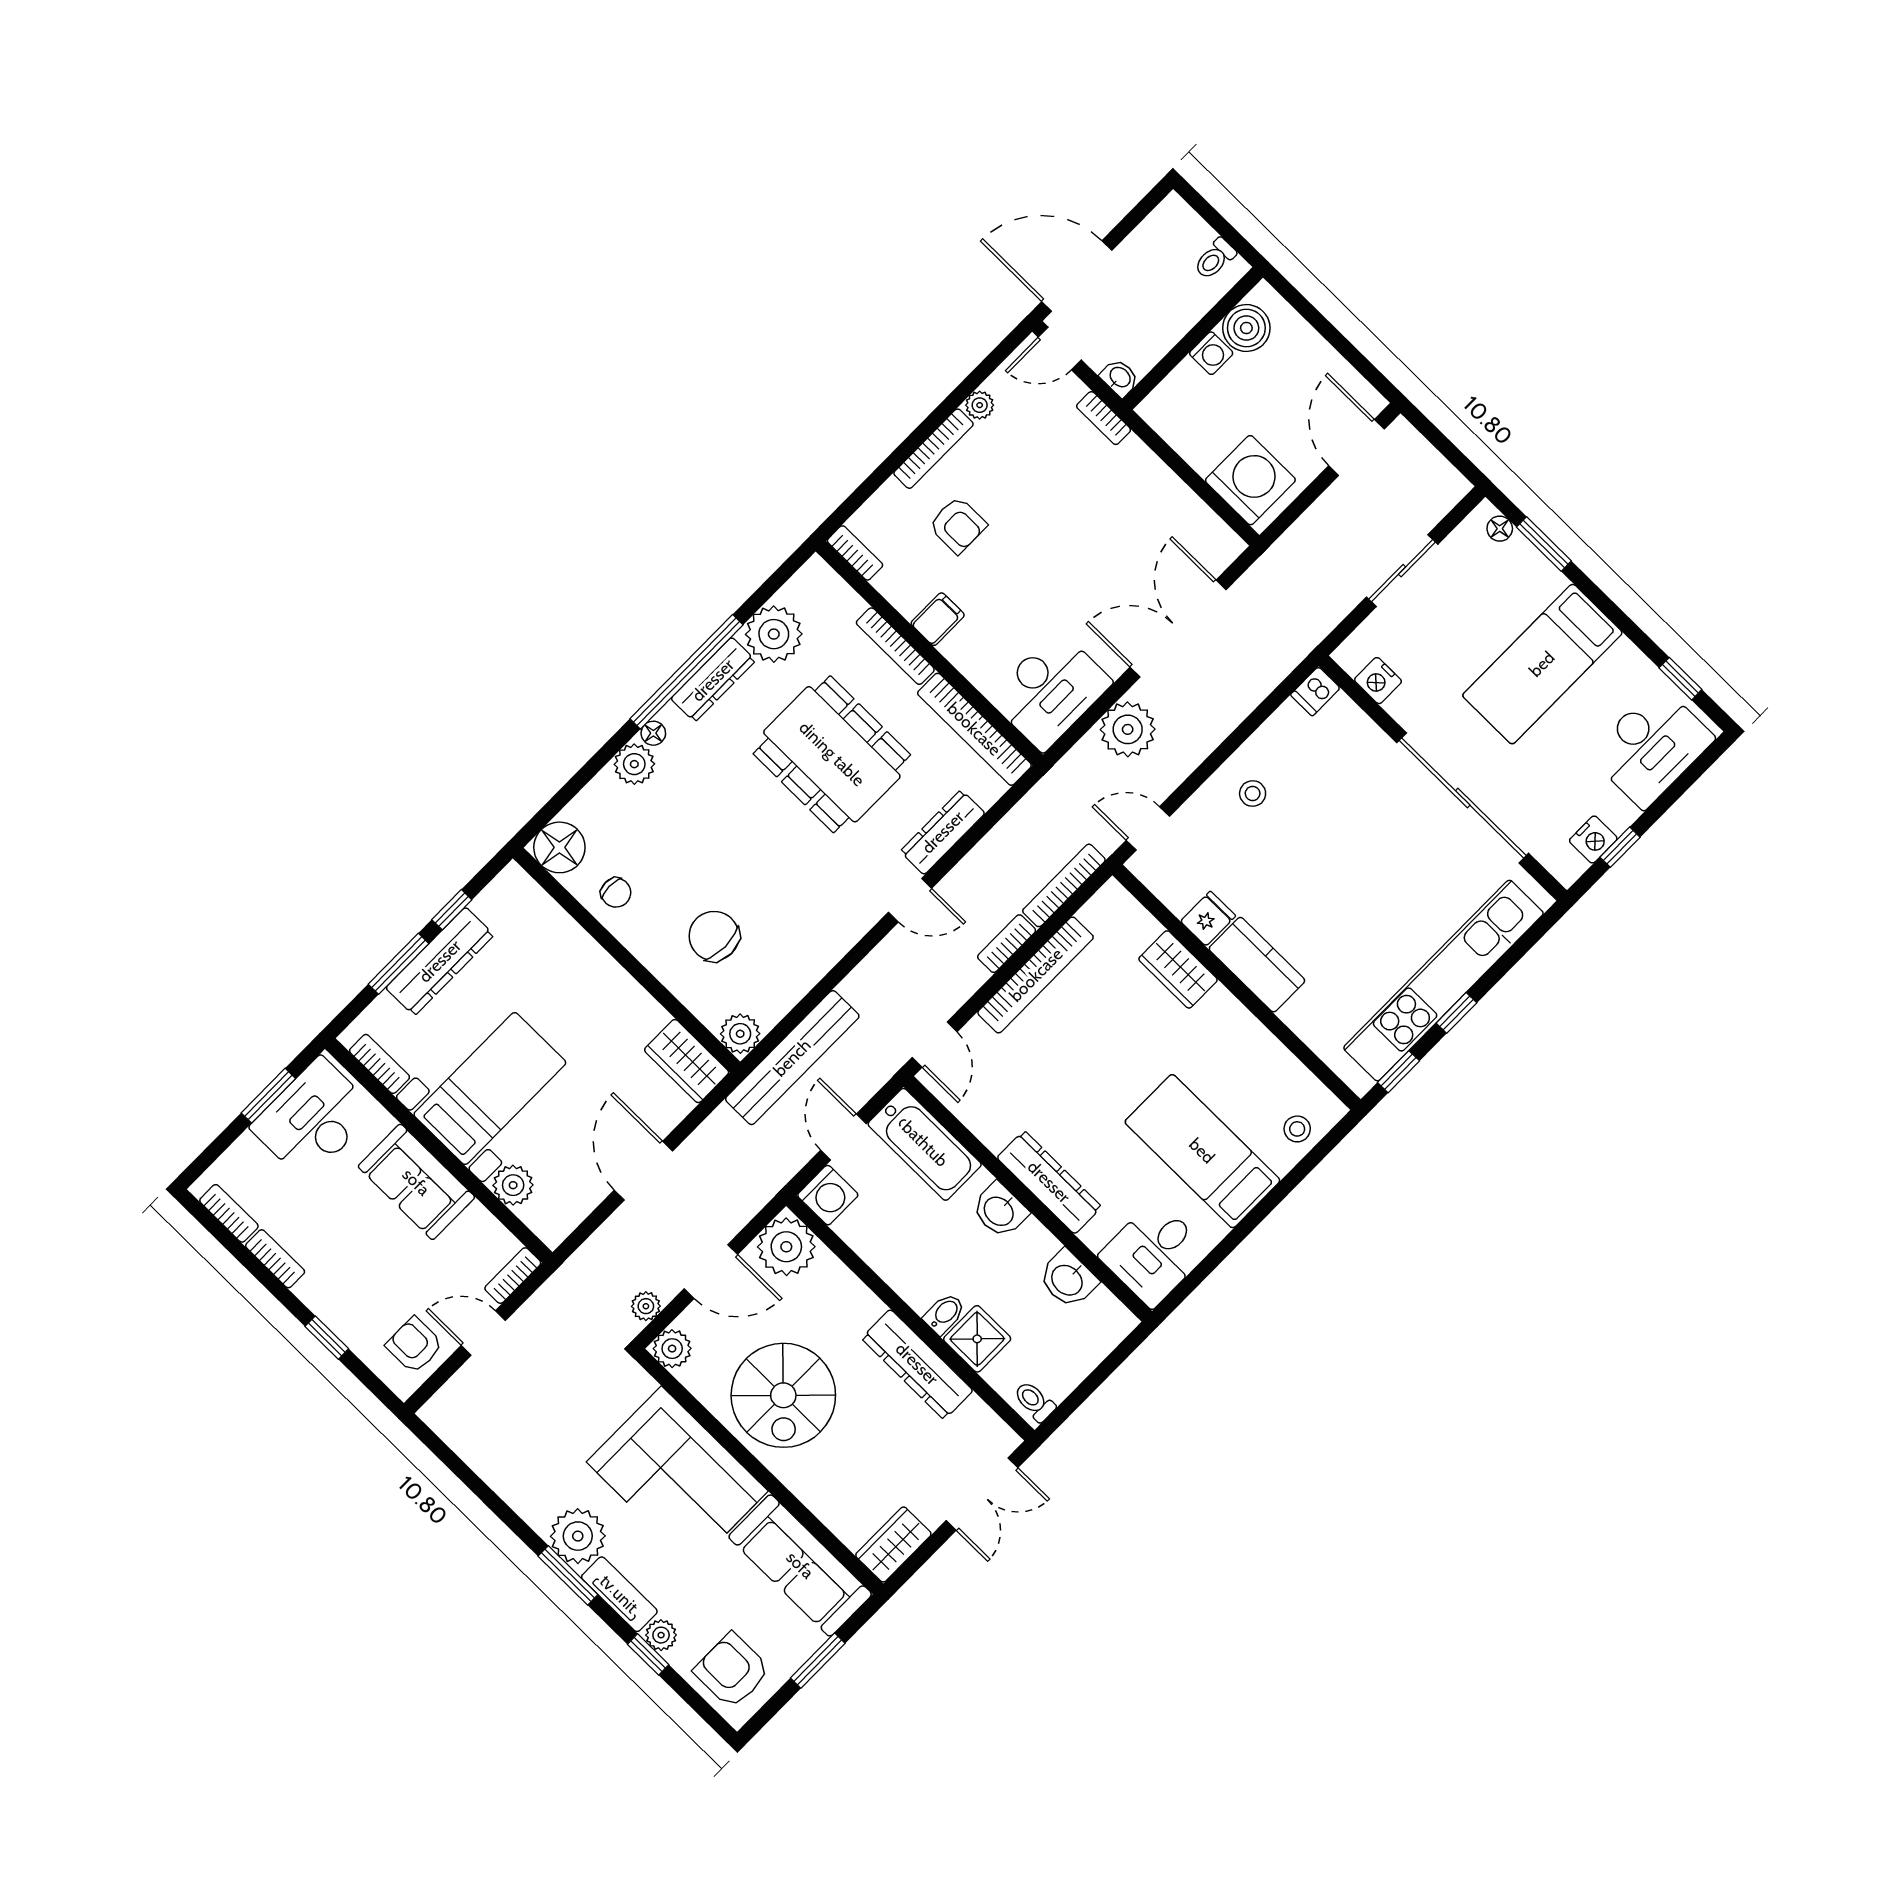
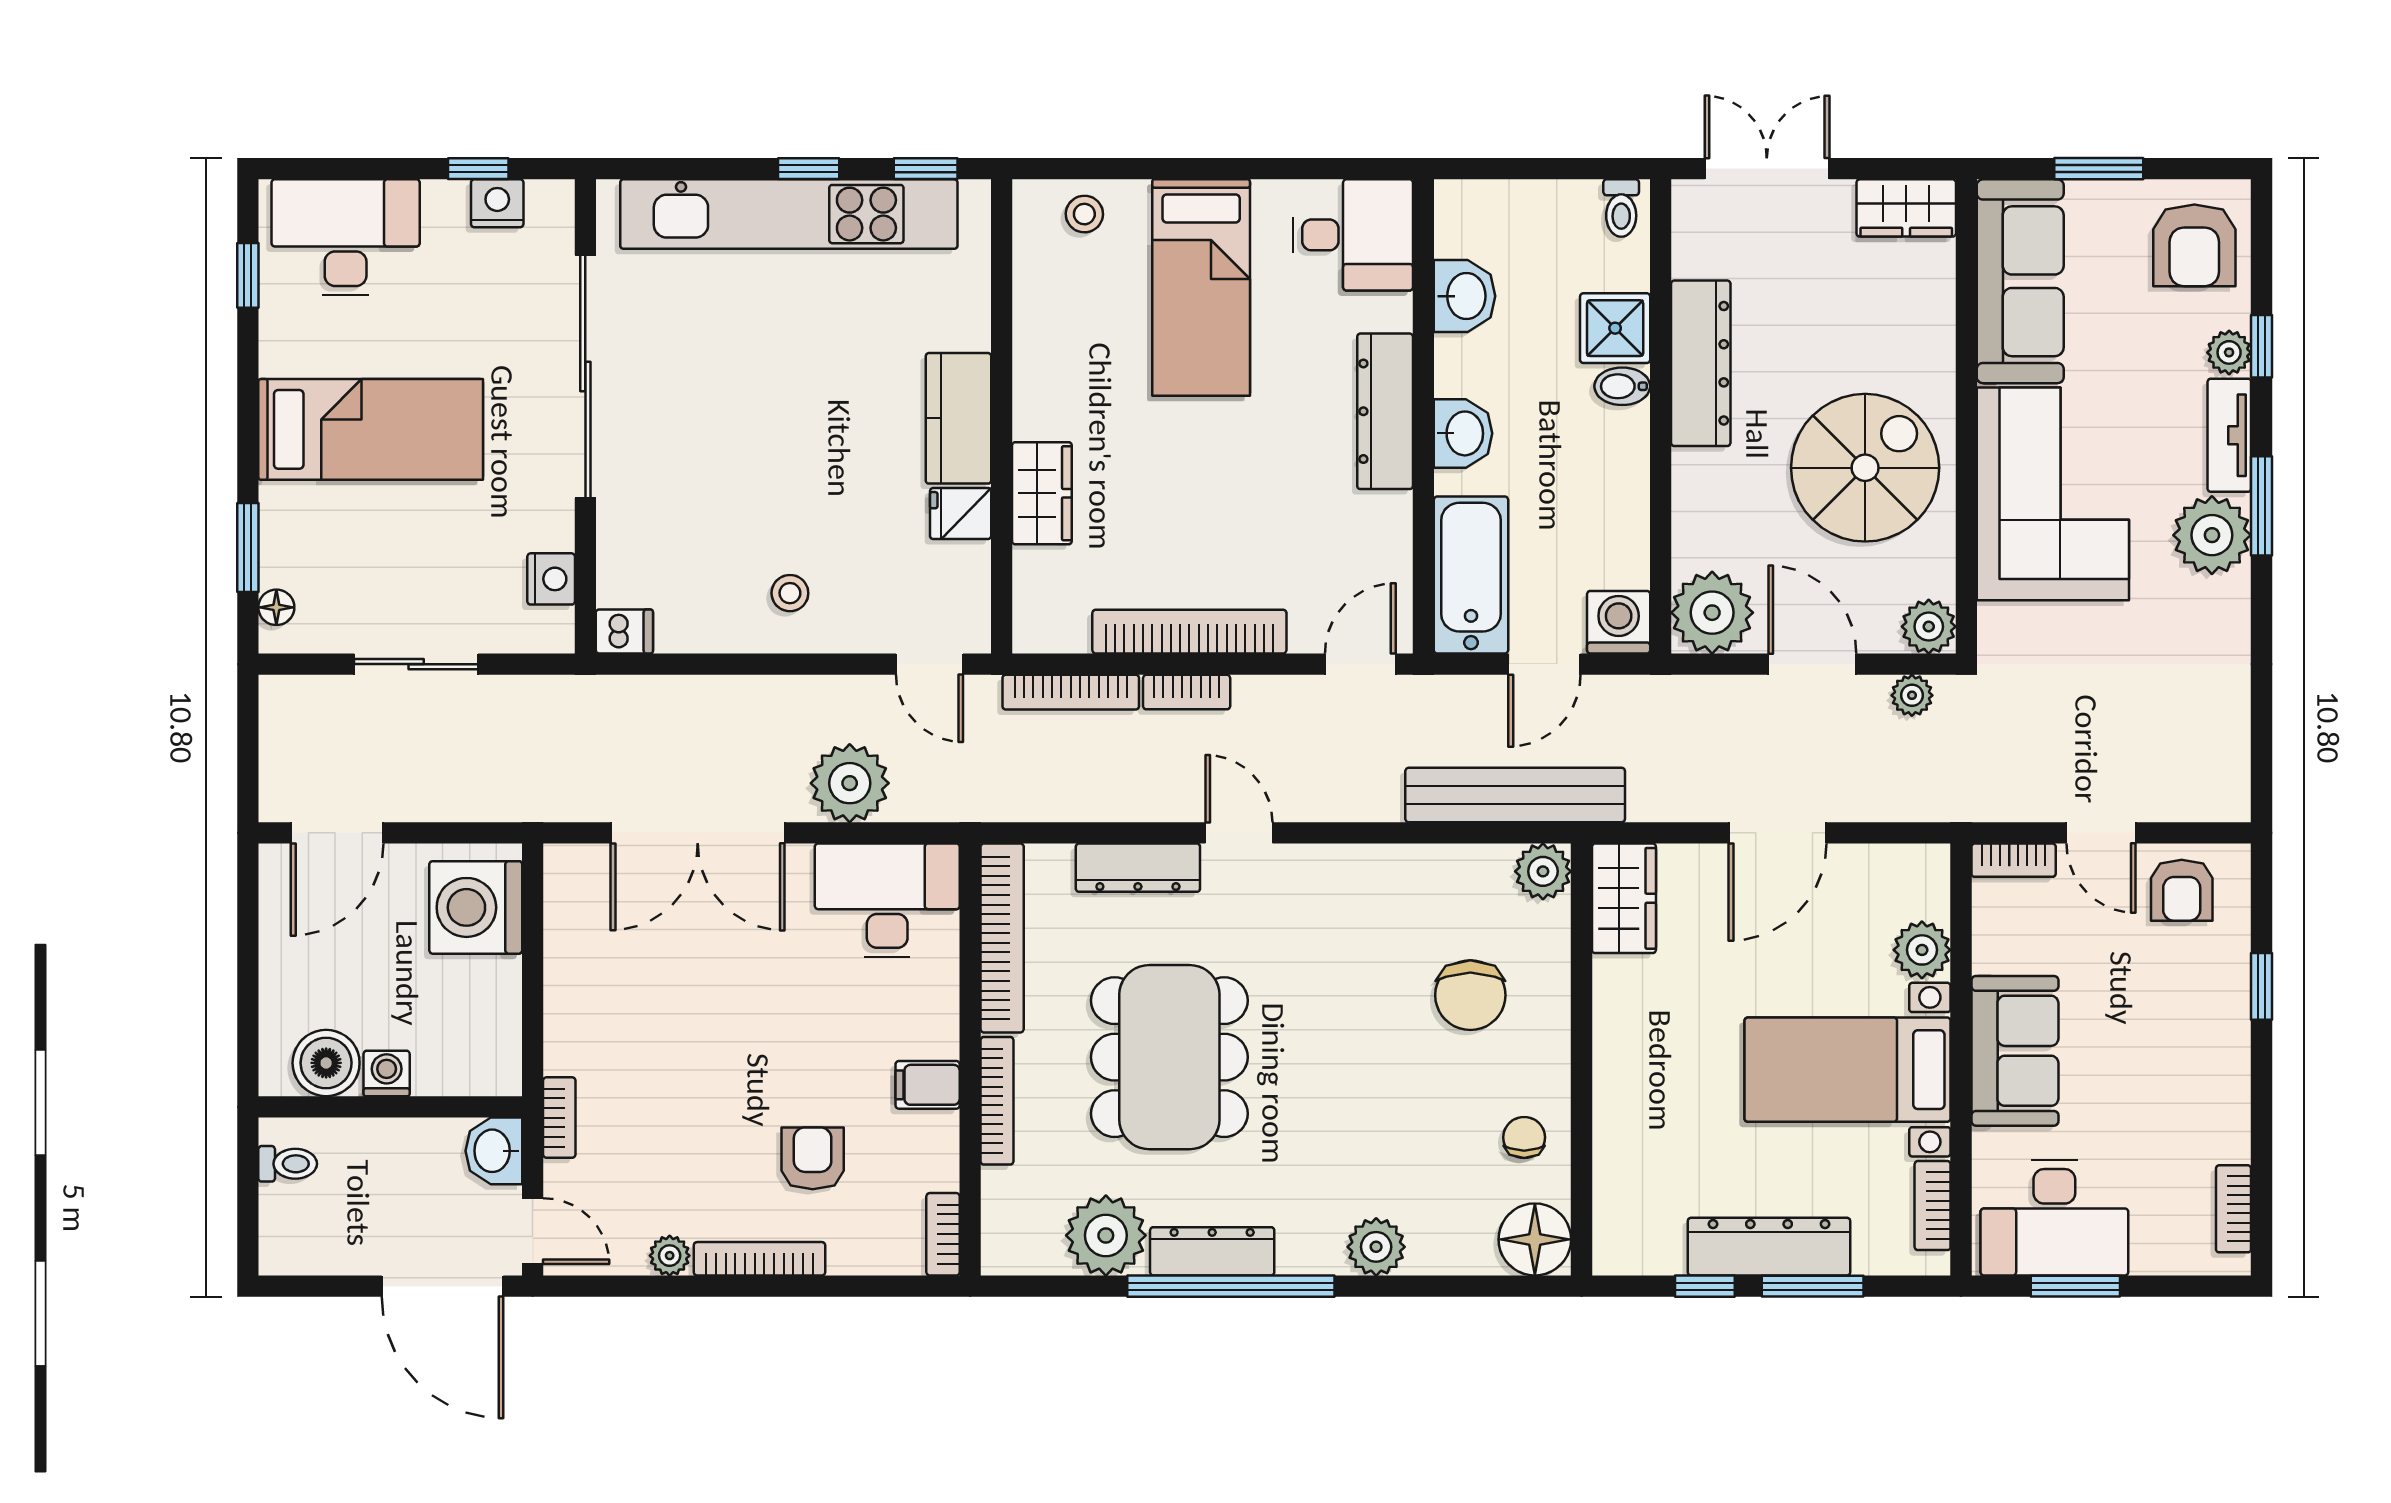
washbasin: (1120, 378) -> (494, 1151), width x1.38, depth x1.45
floor lamp: (653, 733) -> (1326, 1258), removed
bookcase: (275, 1259) -> (2233, 1117), removed

